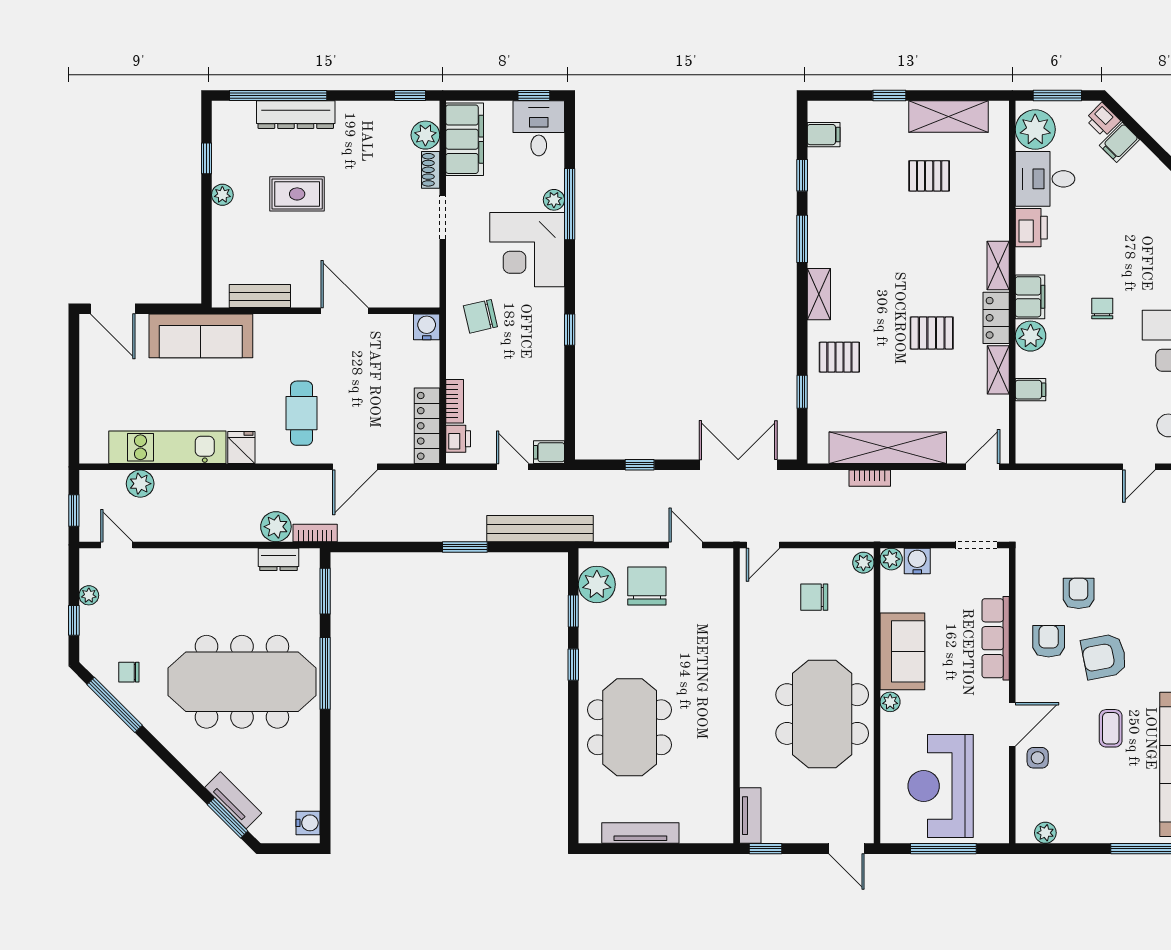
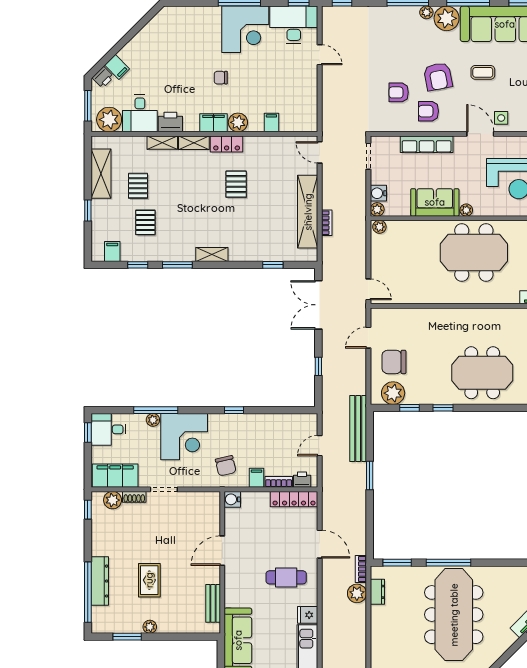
window: (207, 158) -> (127, 637), width x1.50
pallet: (839, 357) -> (145, 222), moved
shelving: (998, 370) -> (162, 143), moved
filing cabinet: (549, 452) -> (257, 478), moved, turned 180
chair: (814, 597) -> (401, 257), removed

